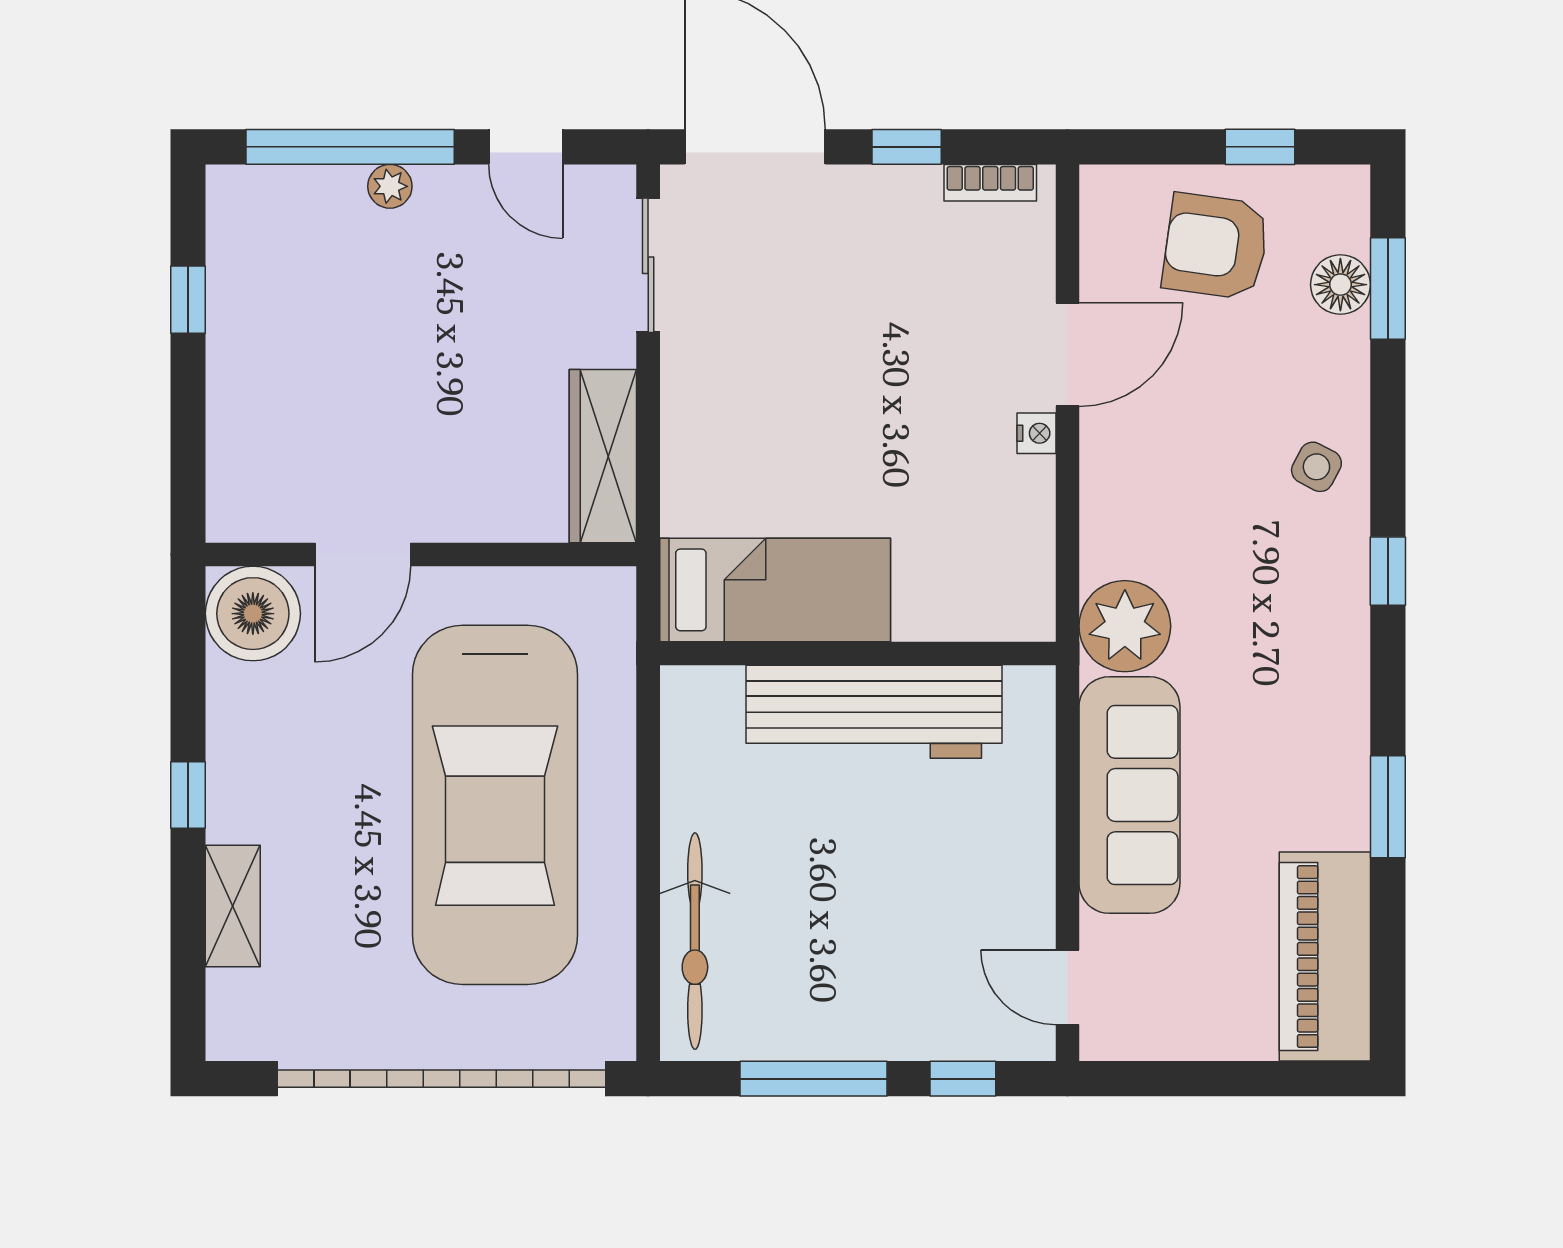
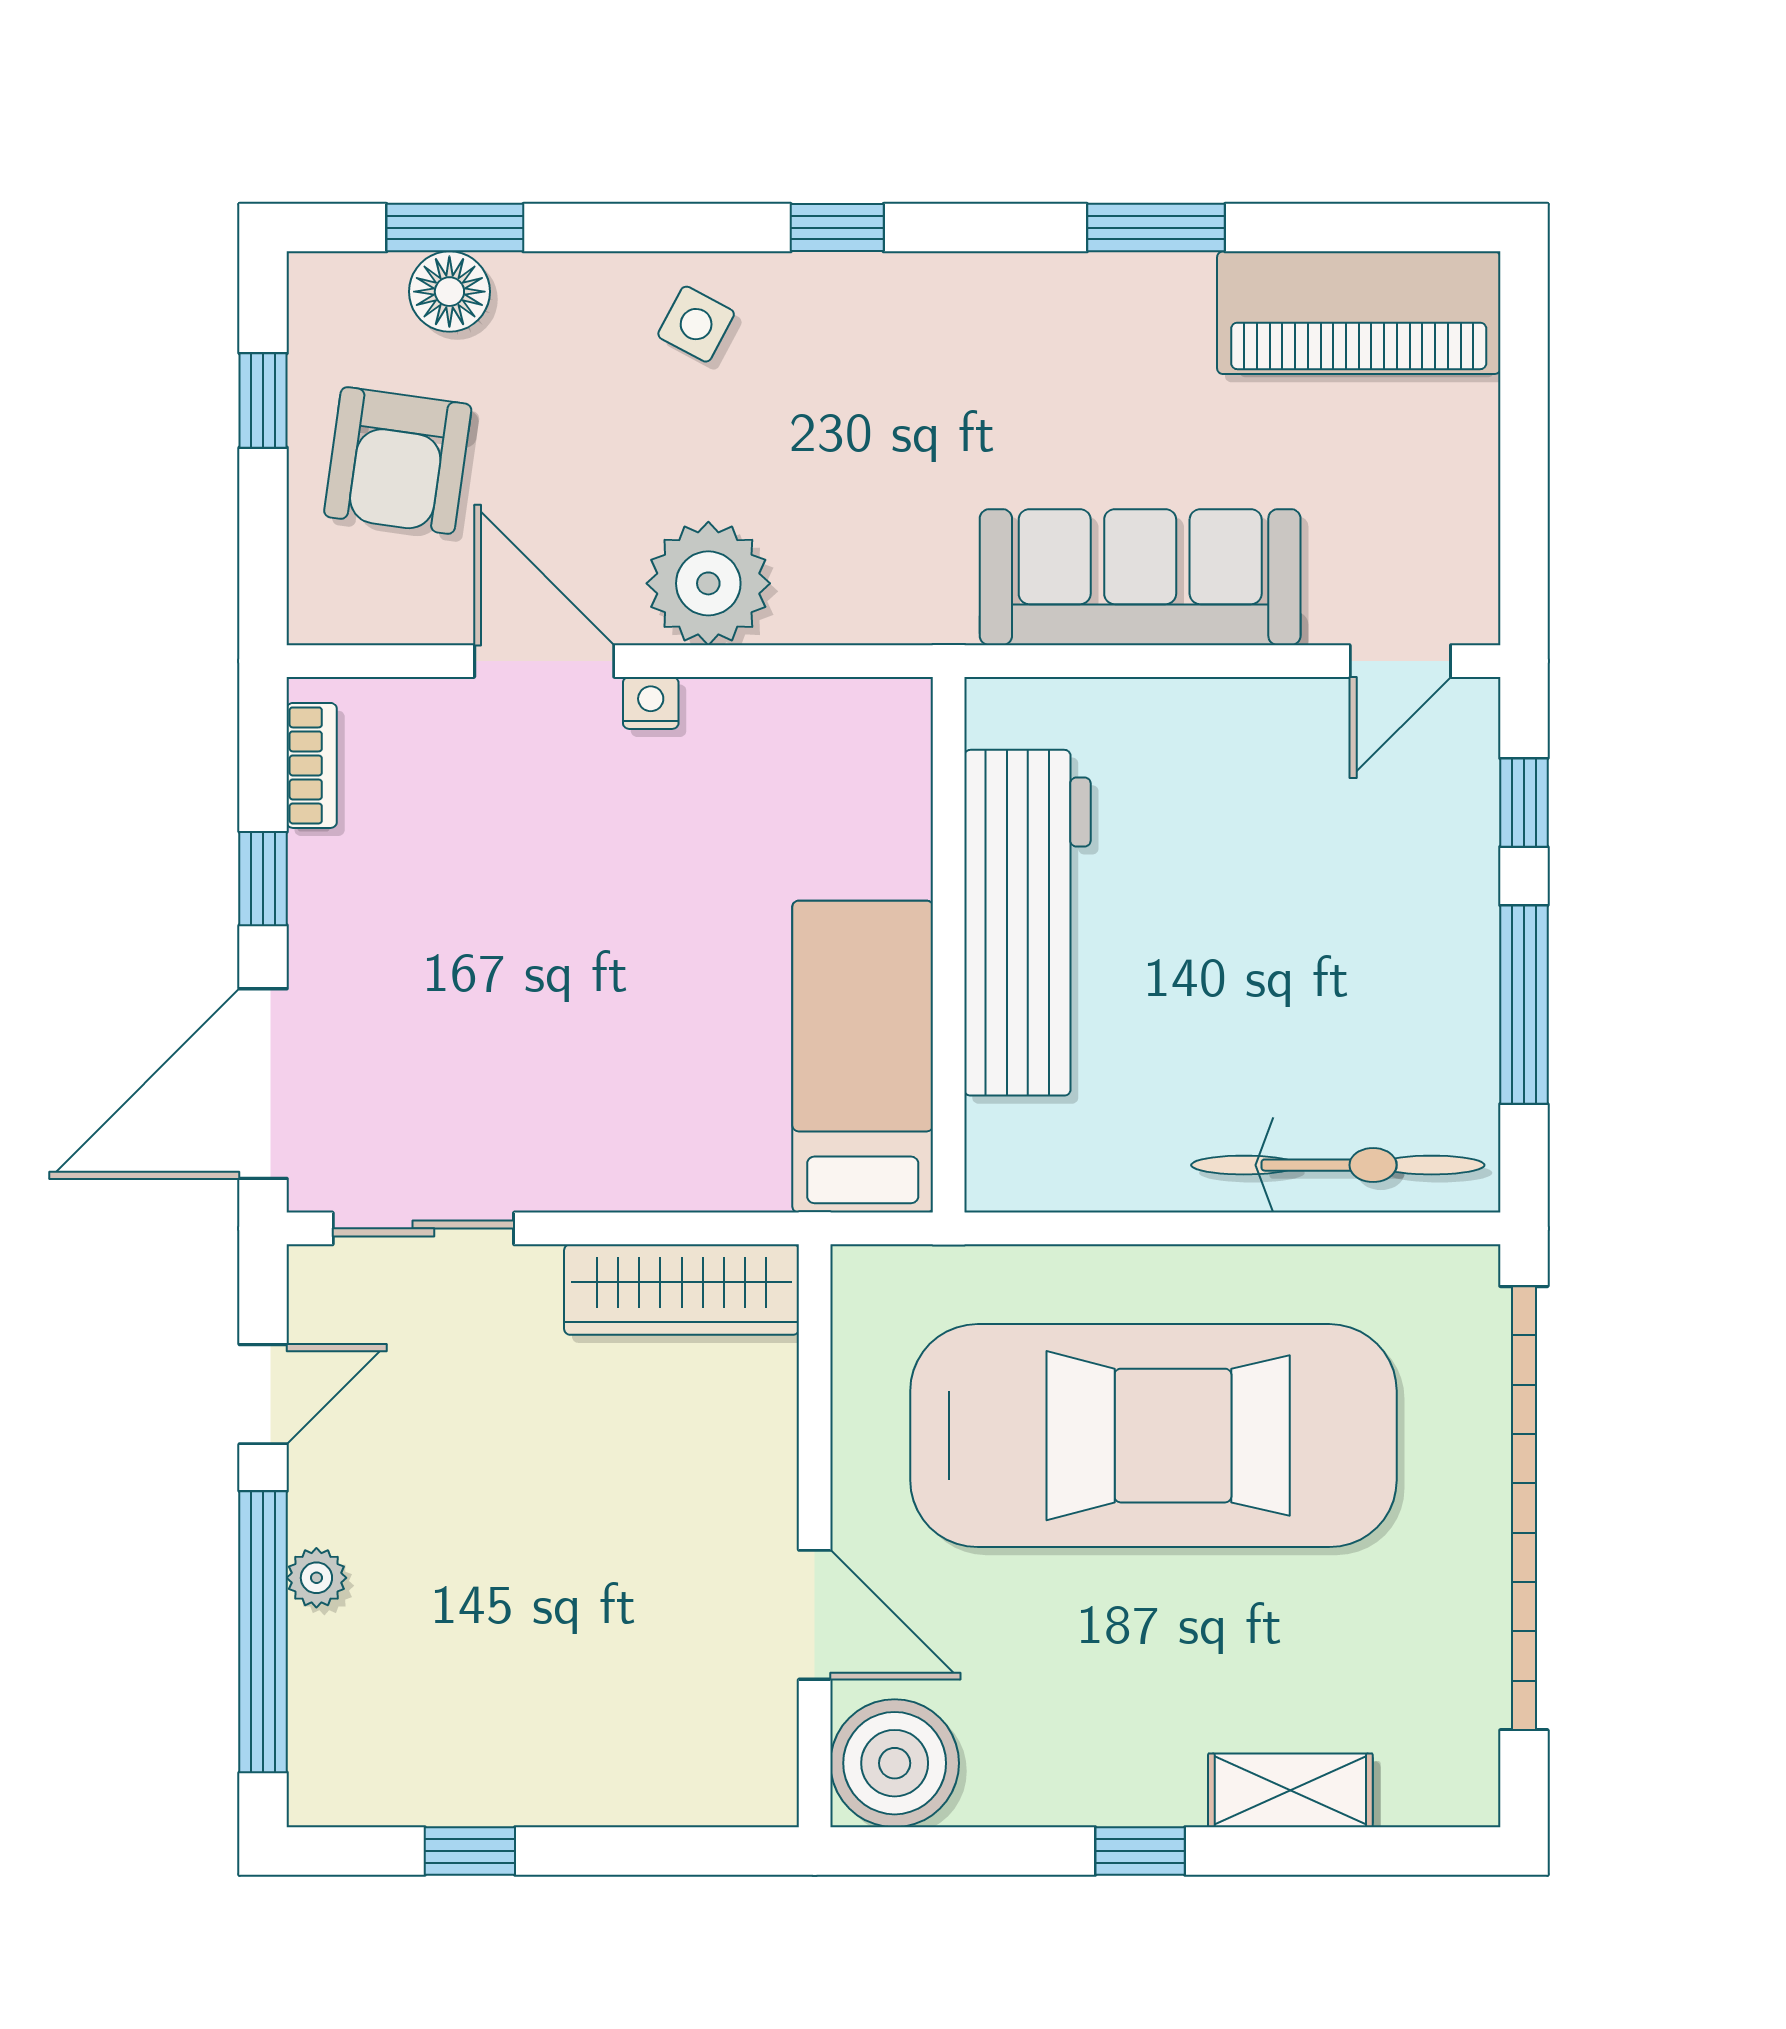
plant: (1125, 626) -> (708, 583), moved

